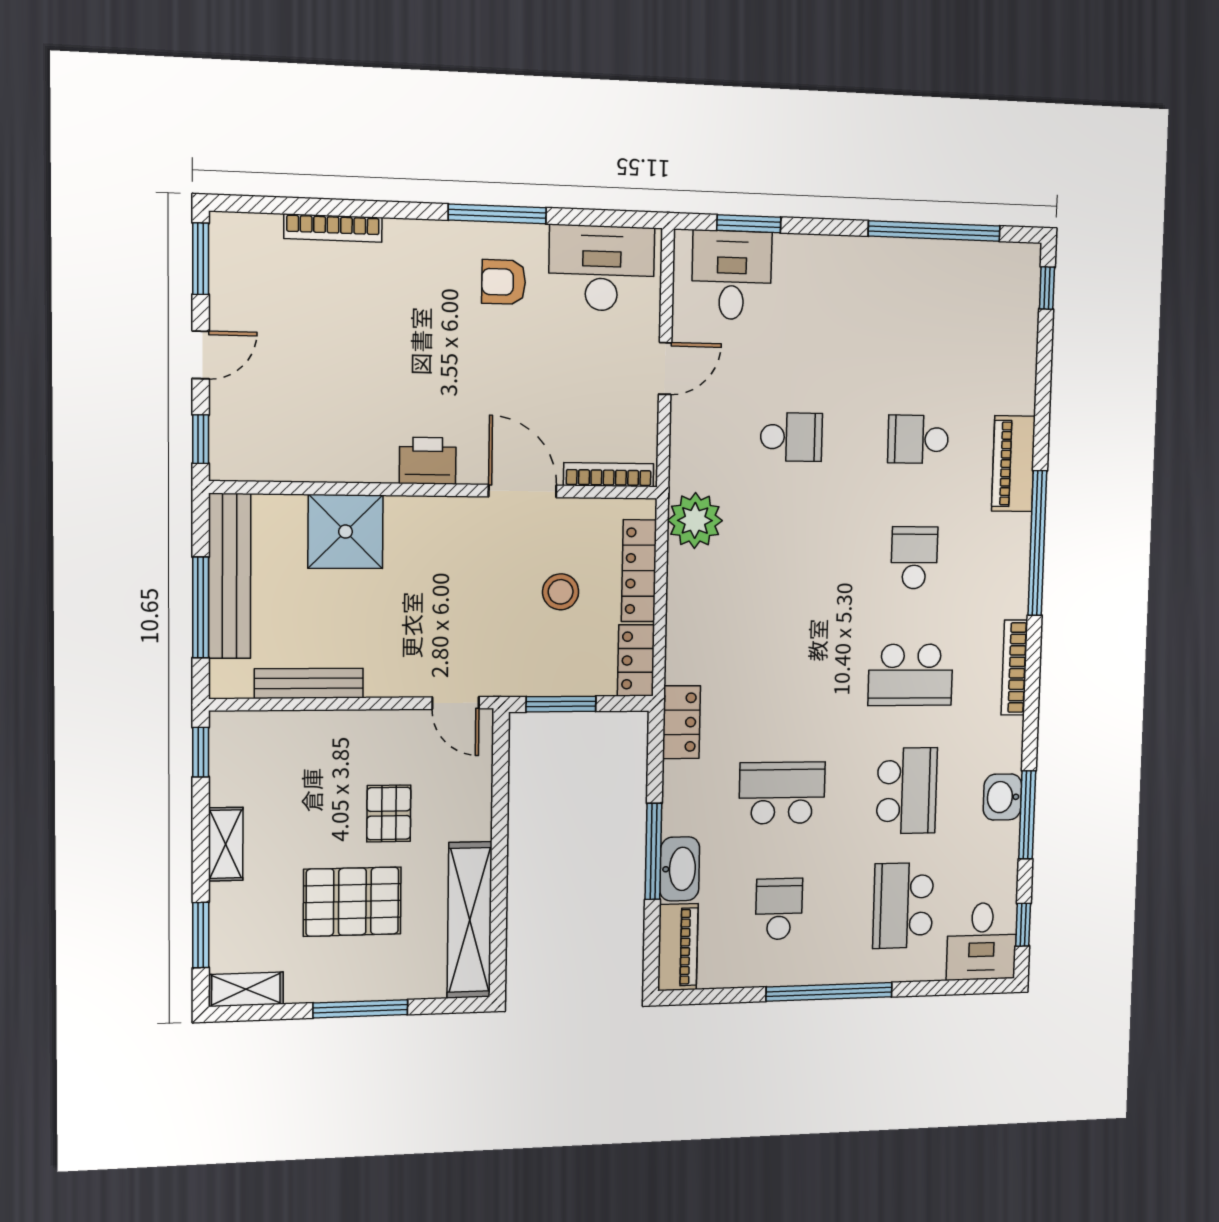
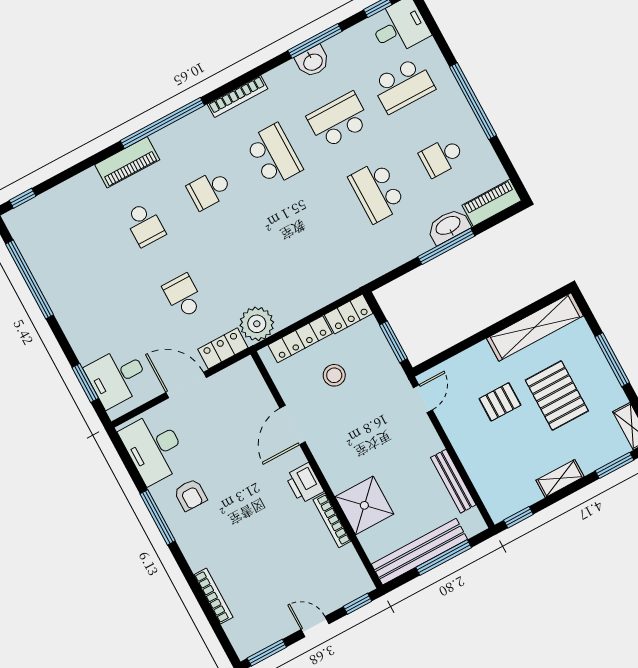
door: (665, 368) -> (186, 385), width x1.38
bookcase: (609, 475) -> (332, 520), moved
locker: (682, 722) -> (223, 348), moved

